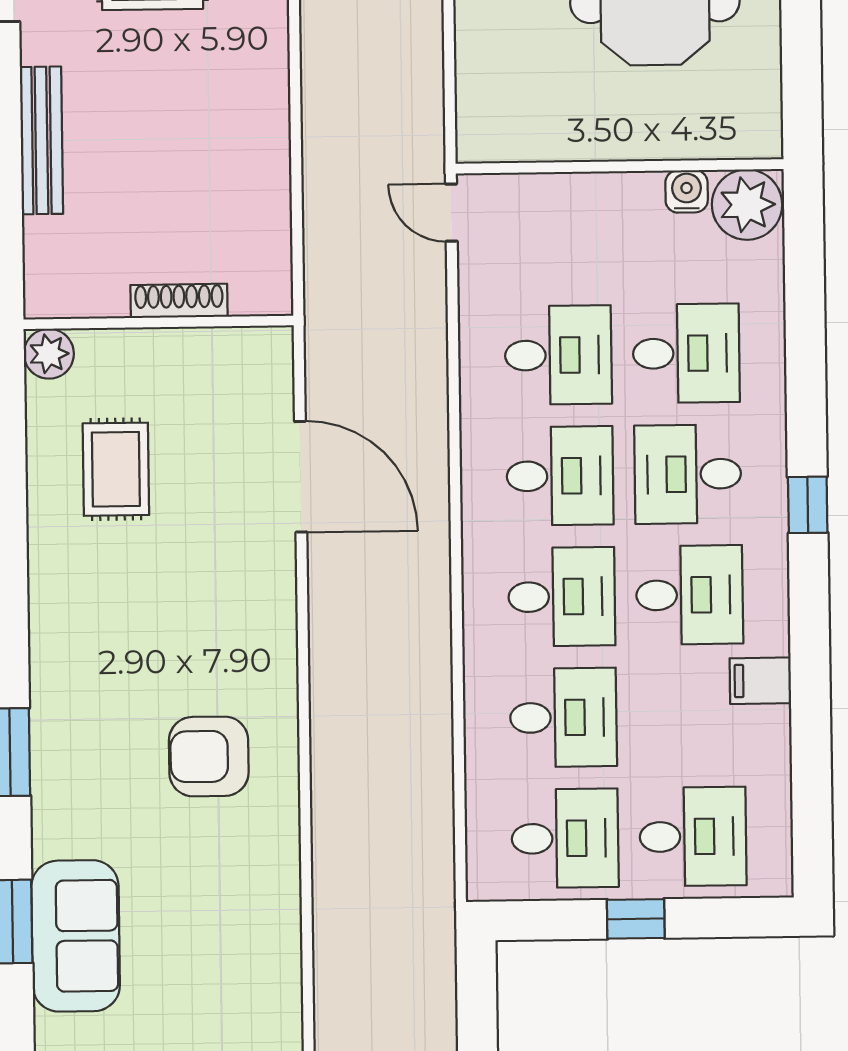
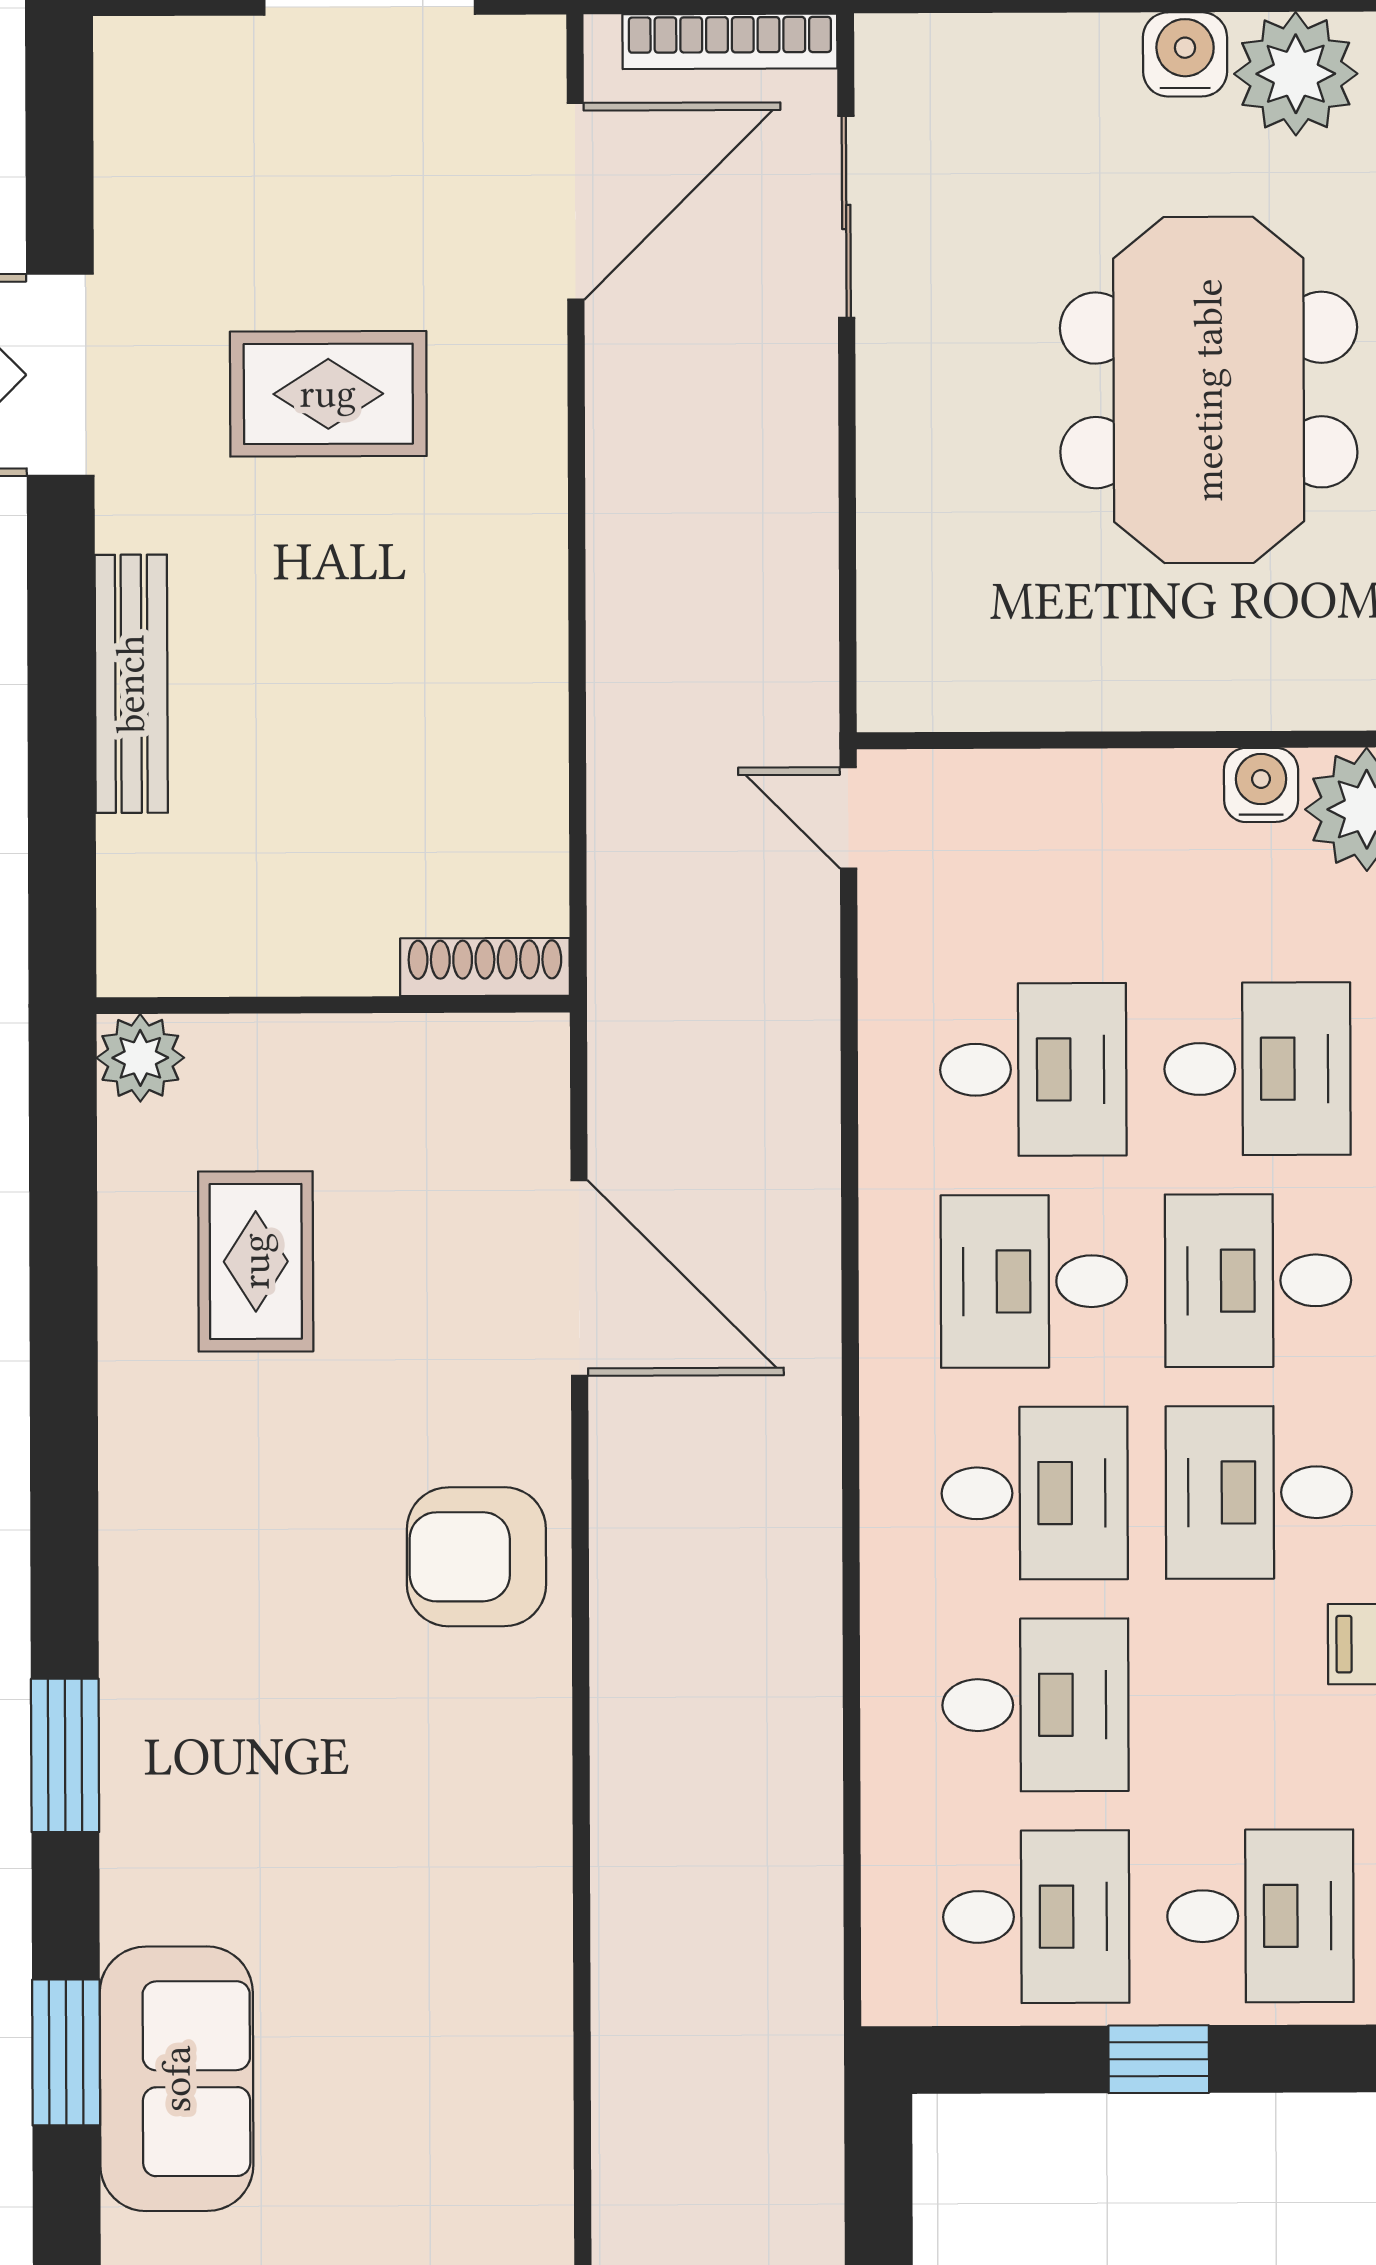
shoe rack: (179, 301) -> (485, 967), moved
desk: (560, 476) -> (1034, 1281), turned 180
desk: (690, 595) -> (1259, 1492), turned 180
armchair: (209, 756) -> (476, 1557), moved

